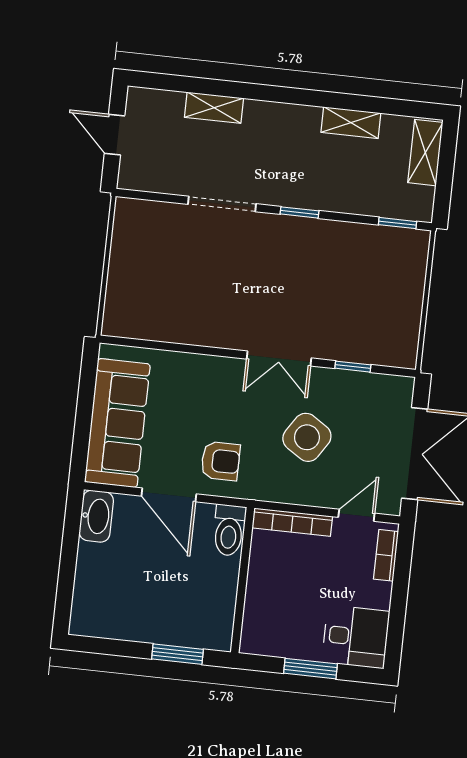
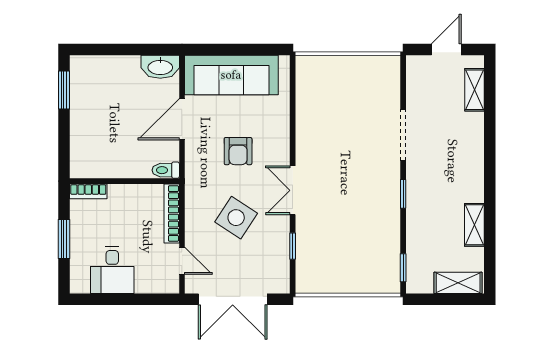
shelving: (214, 108) -> (474, 90), moved
armchair: (221, 461) -> (238, 151), moved
toilet: (229, 530) -> (166, 170), width x0.73, depth x0.72
bookcase: (386, 555) -> (88, 191), moved, turned 180
desk: (356, 637) -> (112, 270), moved
window: (178, 654) -> (64, 90), moved

